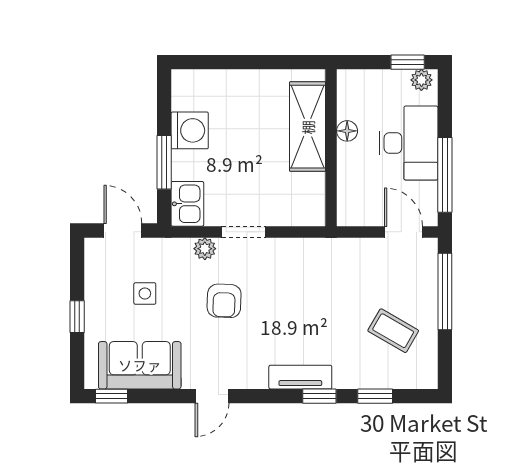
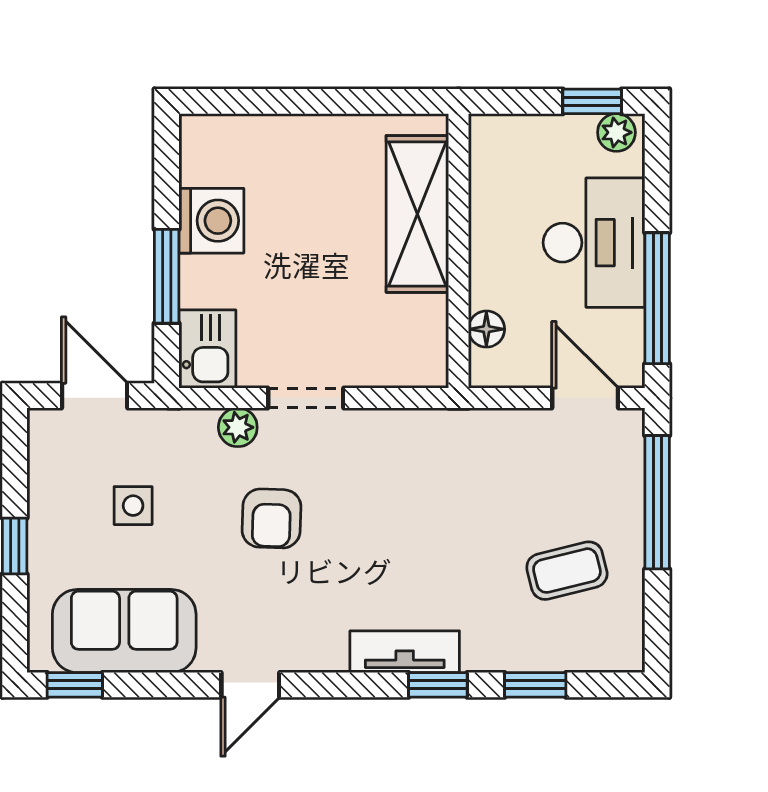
floor lamp: (347, 131) -> (486, 329), moved
coffee table: (393, 331) -> (567, 571), turned -44

